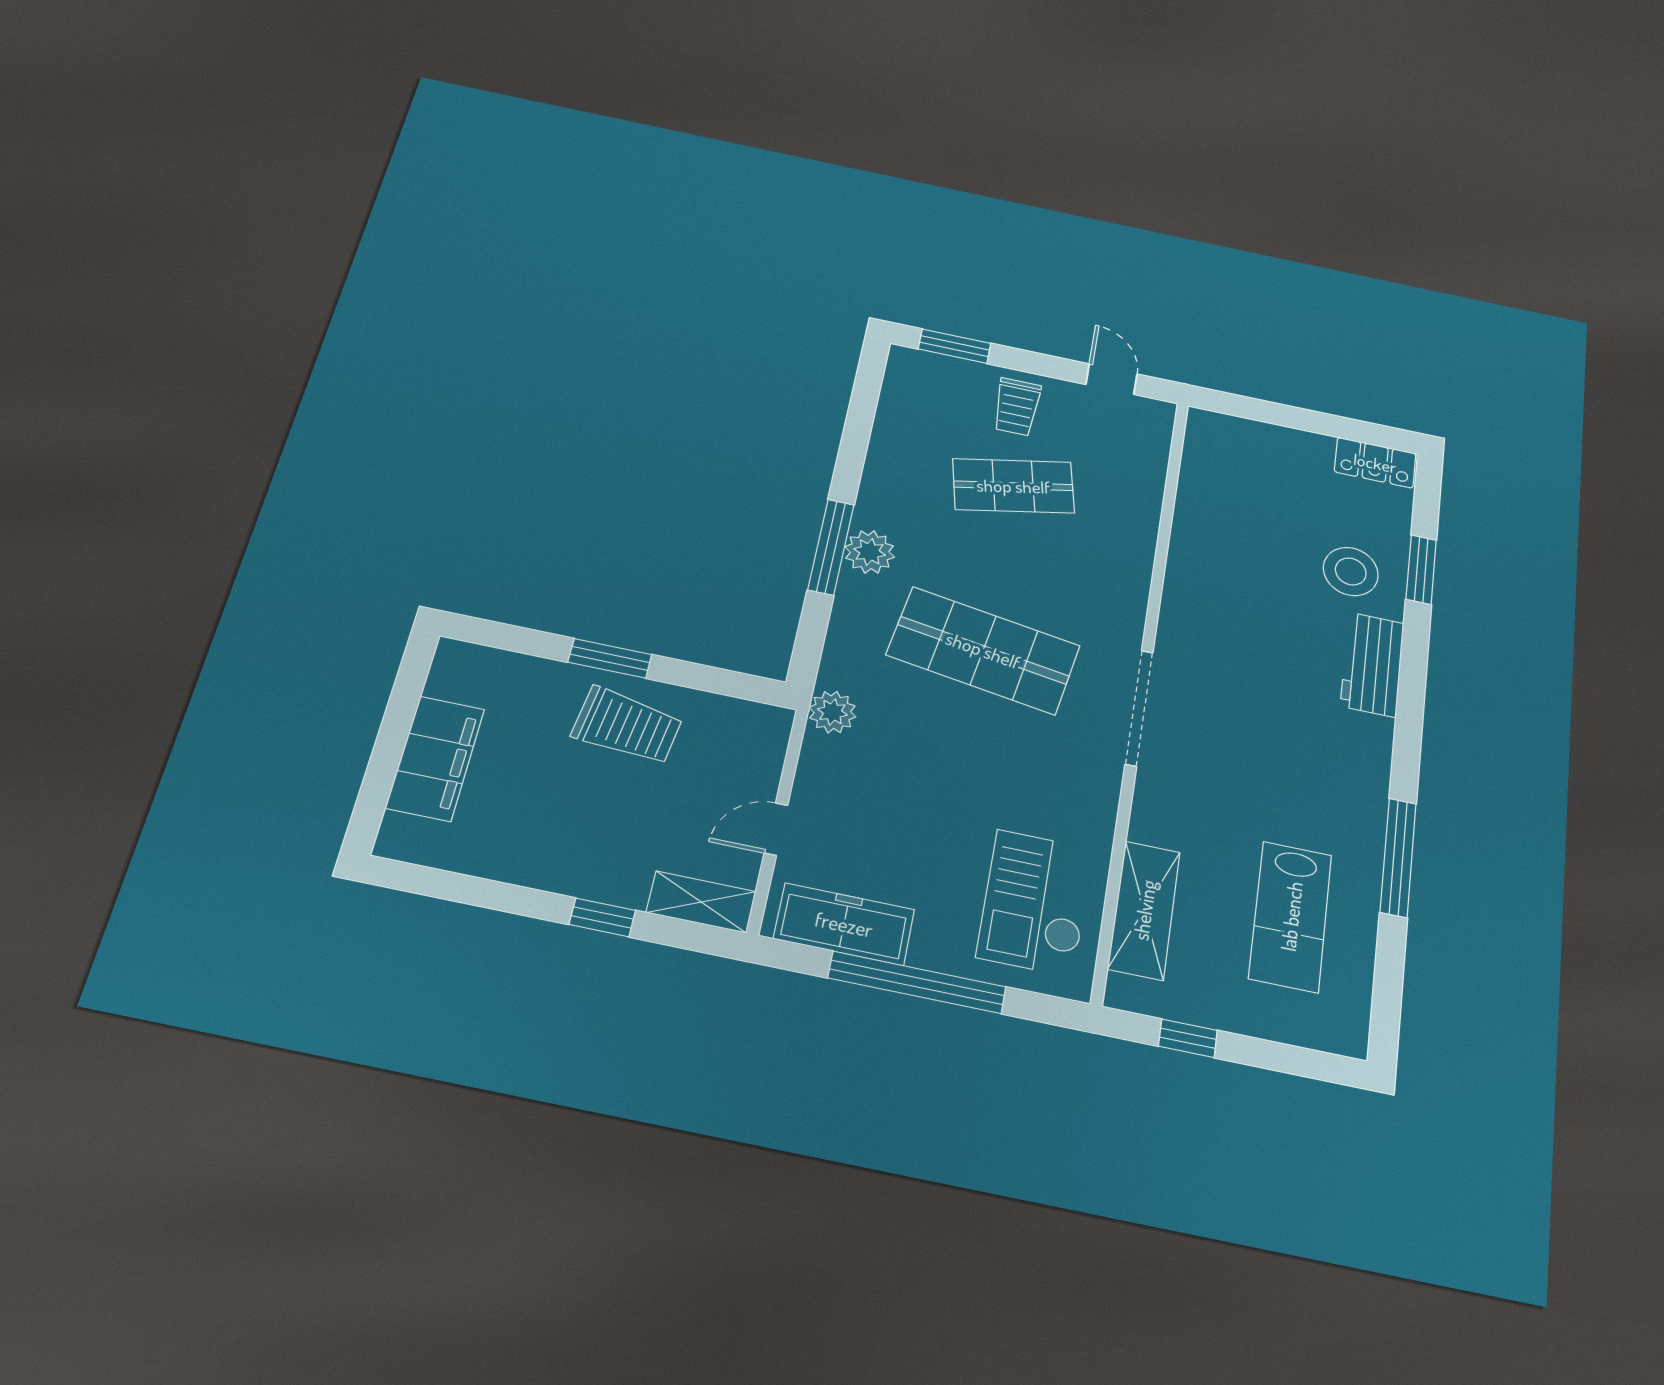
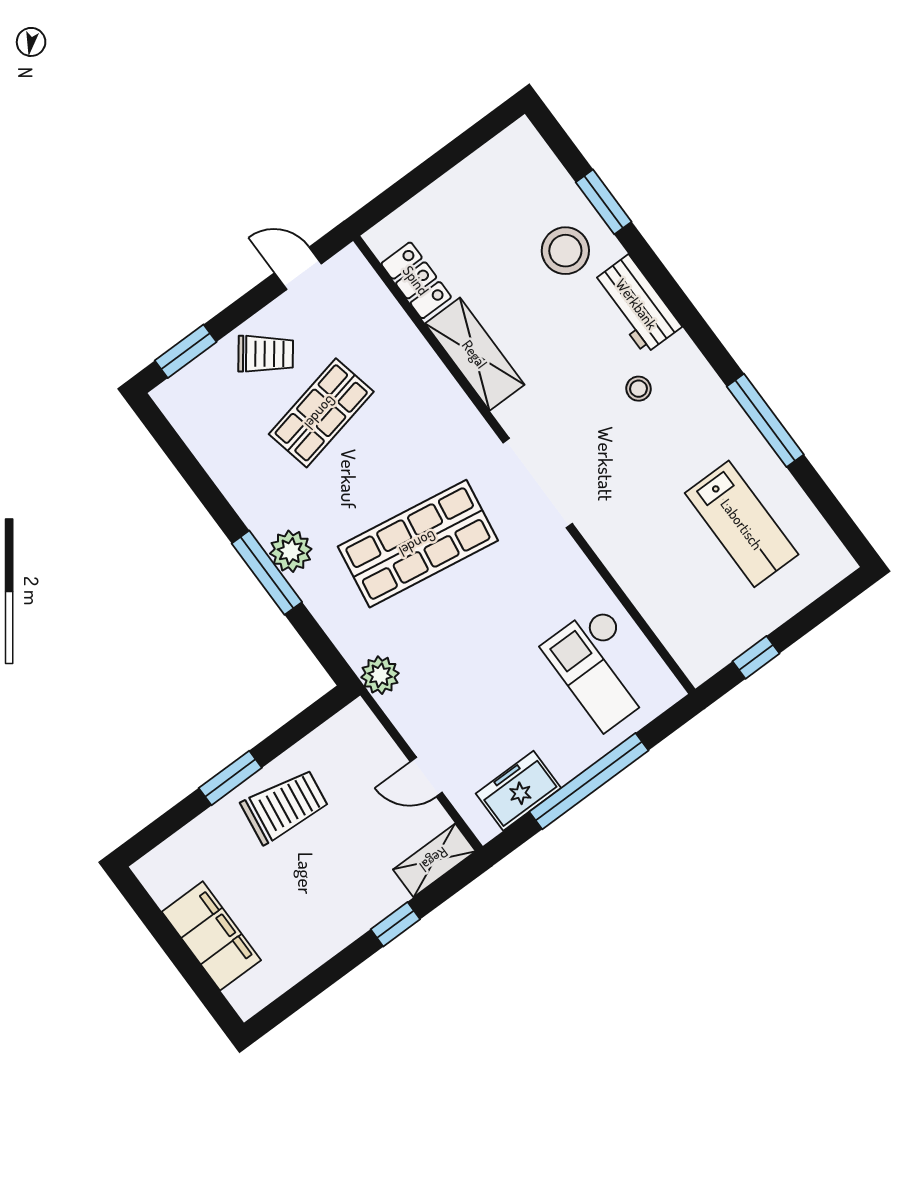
trolley: (1017, 407) -> (266, 354), turned -53
locker: (1375, 463) -> (416, 280), moved, turned -90
stool: (1307, 725) -> (639, 389), added
door: (776, 829) -> (426, 777), hinge flipped
shelving: (1144, 910) -> (475, 354), moved
freezer: (844, 924) -> (518, 791), width x0.71

